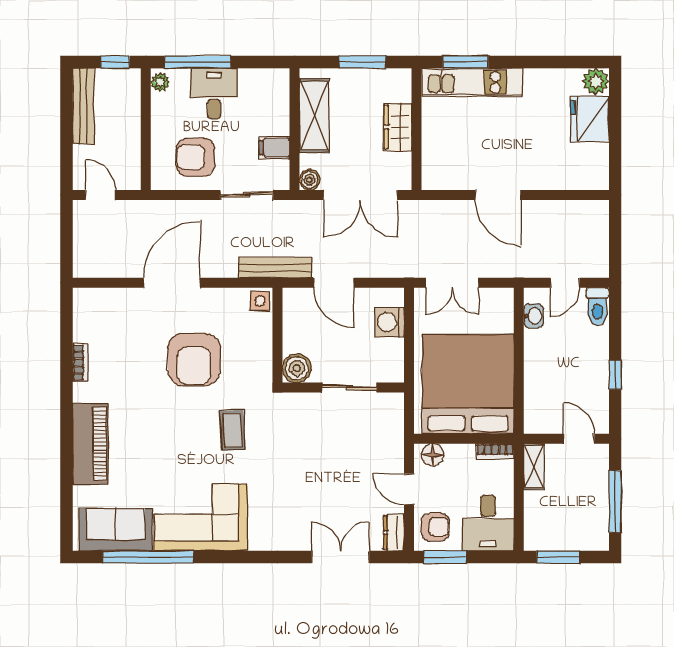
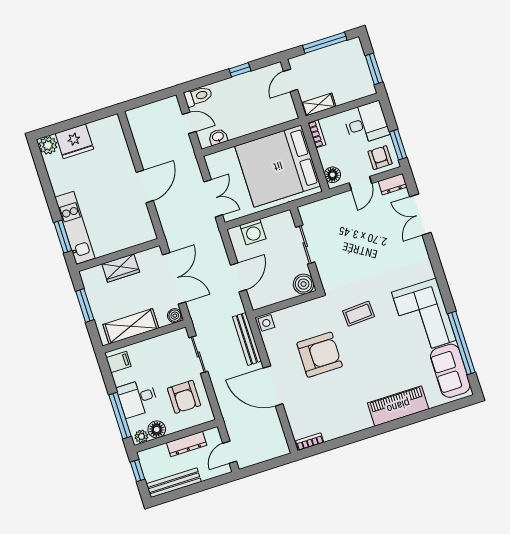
floor lamp: (163, 106) -> (157, 429), added
dresser: (130, 140) -> (187, 444), added
filing cabinet: (274, 148) -> (119, 362), moved, turned -90
bench: (275, 268) -> (247, 339), moved
bookcase: (80, 363) -> (310, 442), moved

